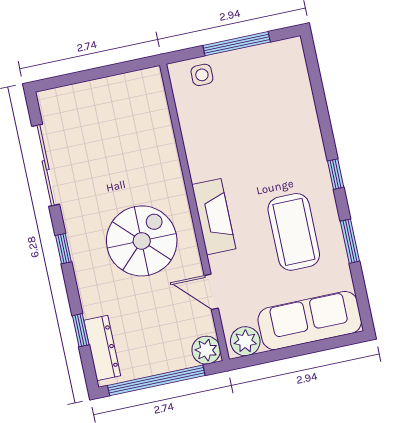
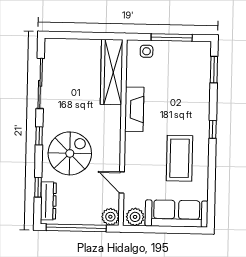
wardrobe: (154, 121) -> (112, 72), added
fireplace: (214, 217) -> (134, 109), moved
spiral stairs: (142, 241) -> (70, 153), moved
window: (350, 241) -> (214, 70), moved

